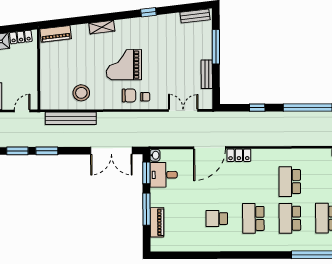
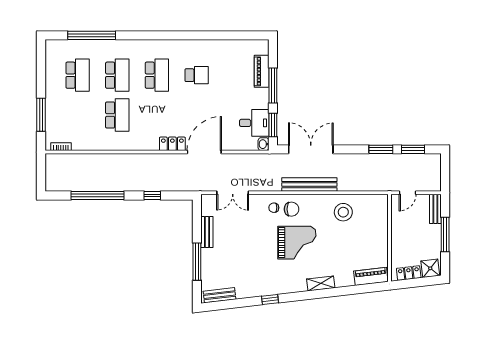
chair: (129, 95) -> (292, 209), turned 180
bench: (71, 118) -> (309, 185), moved

